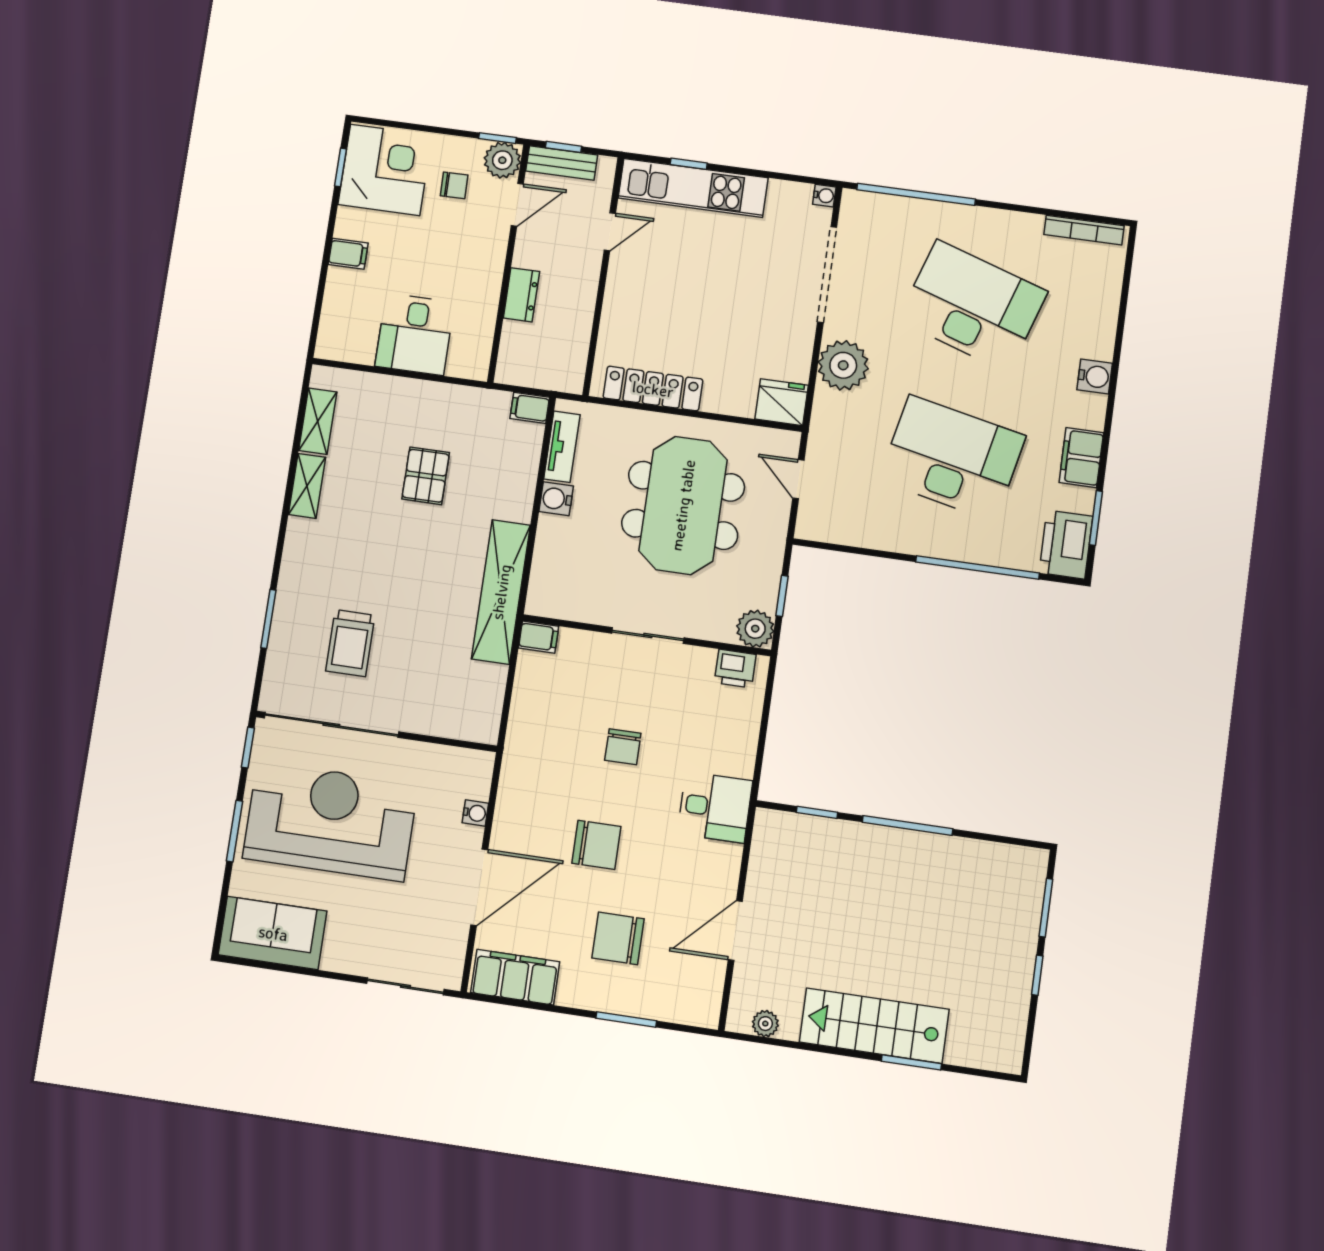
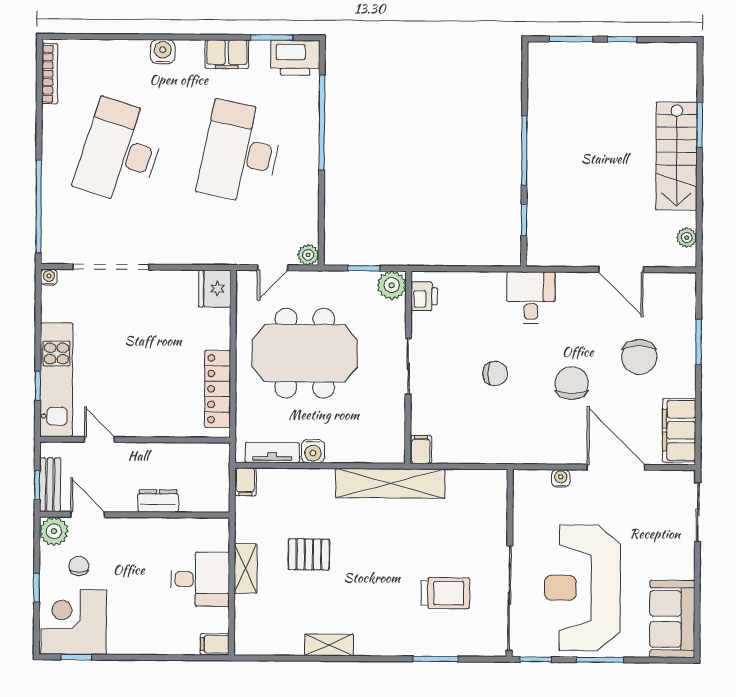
window: (498, 138) -> (37, 588), moved
filing cabinet: (348, 254) -> (215, 644), moved, turned -90
plant: (843, 365) -> (308, 255), moved, width x0.53, depth x0.53
shelving: (318, 421) -> (246, 568), moved, turned 90

